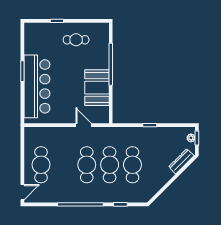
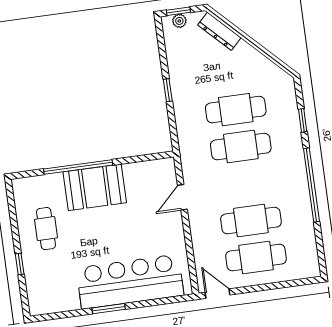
booth: (97, 88) -> (95, 187), moved
cafe table: (87, 165) -> (251, 221), moved
door: (22, 192) -> (218, 294), moved

